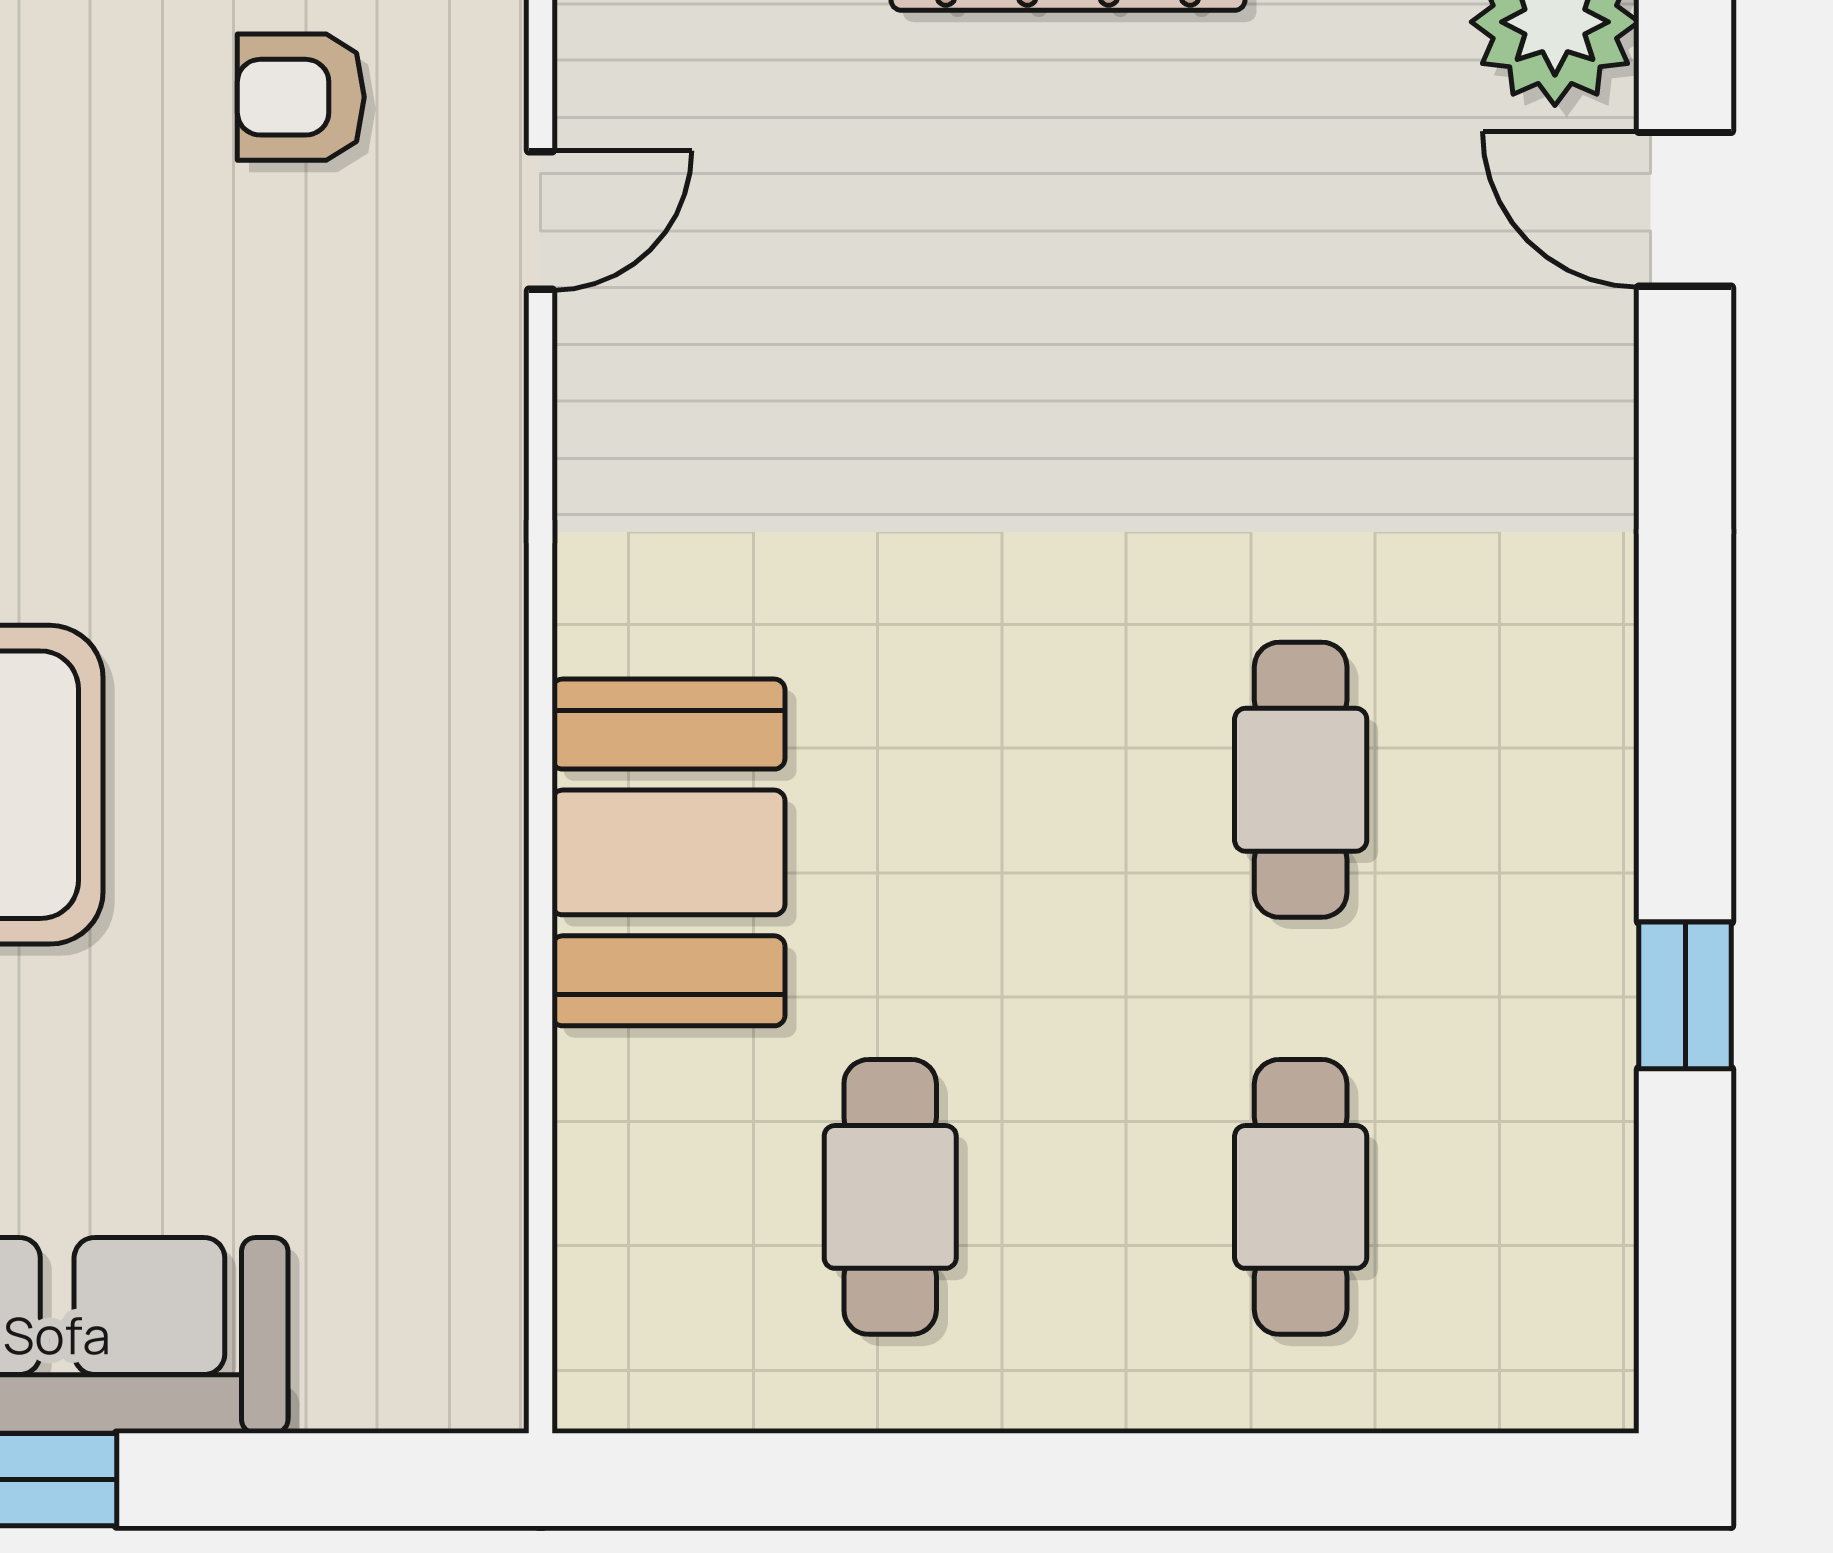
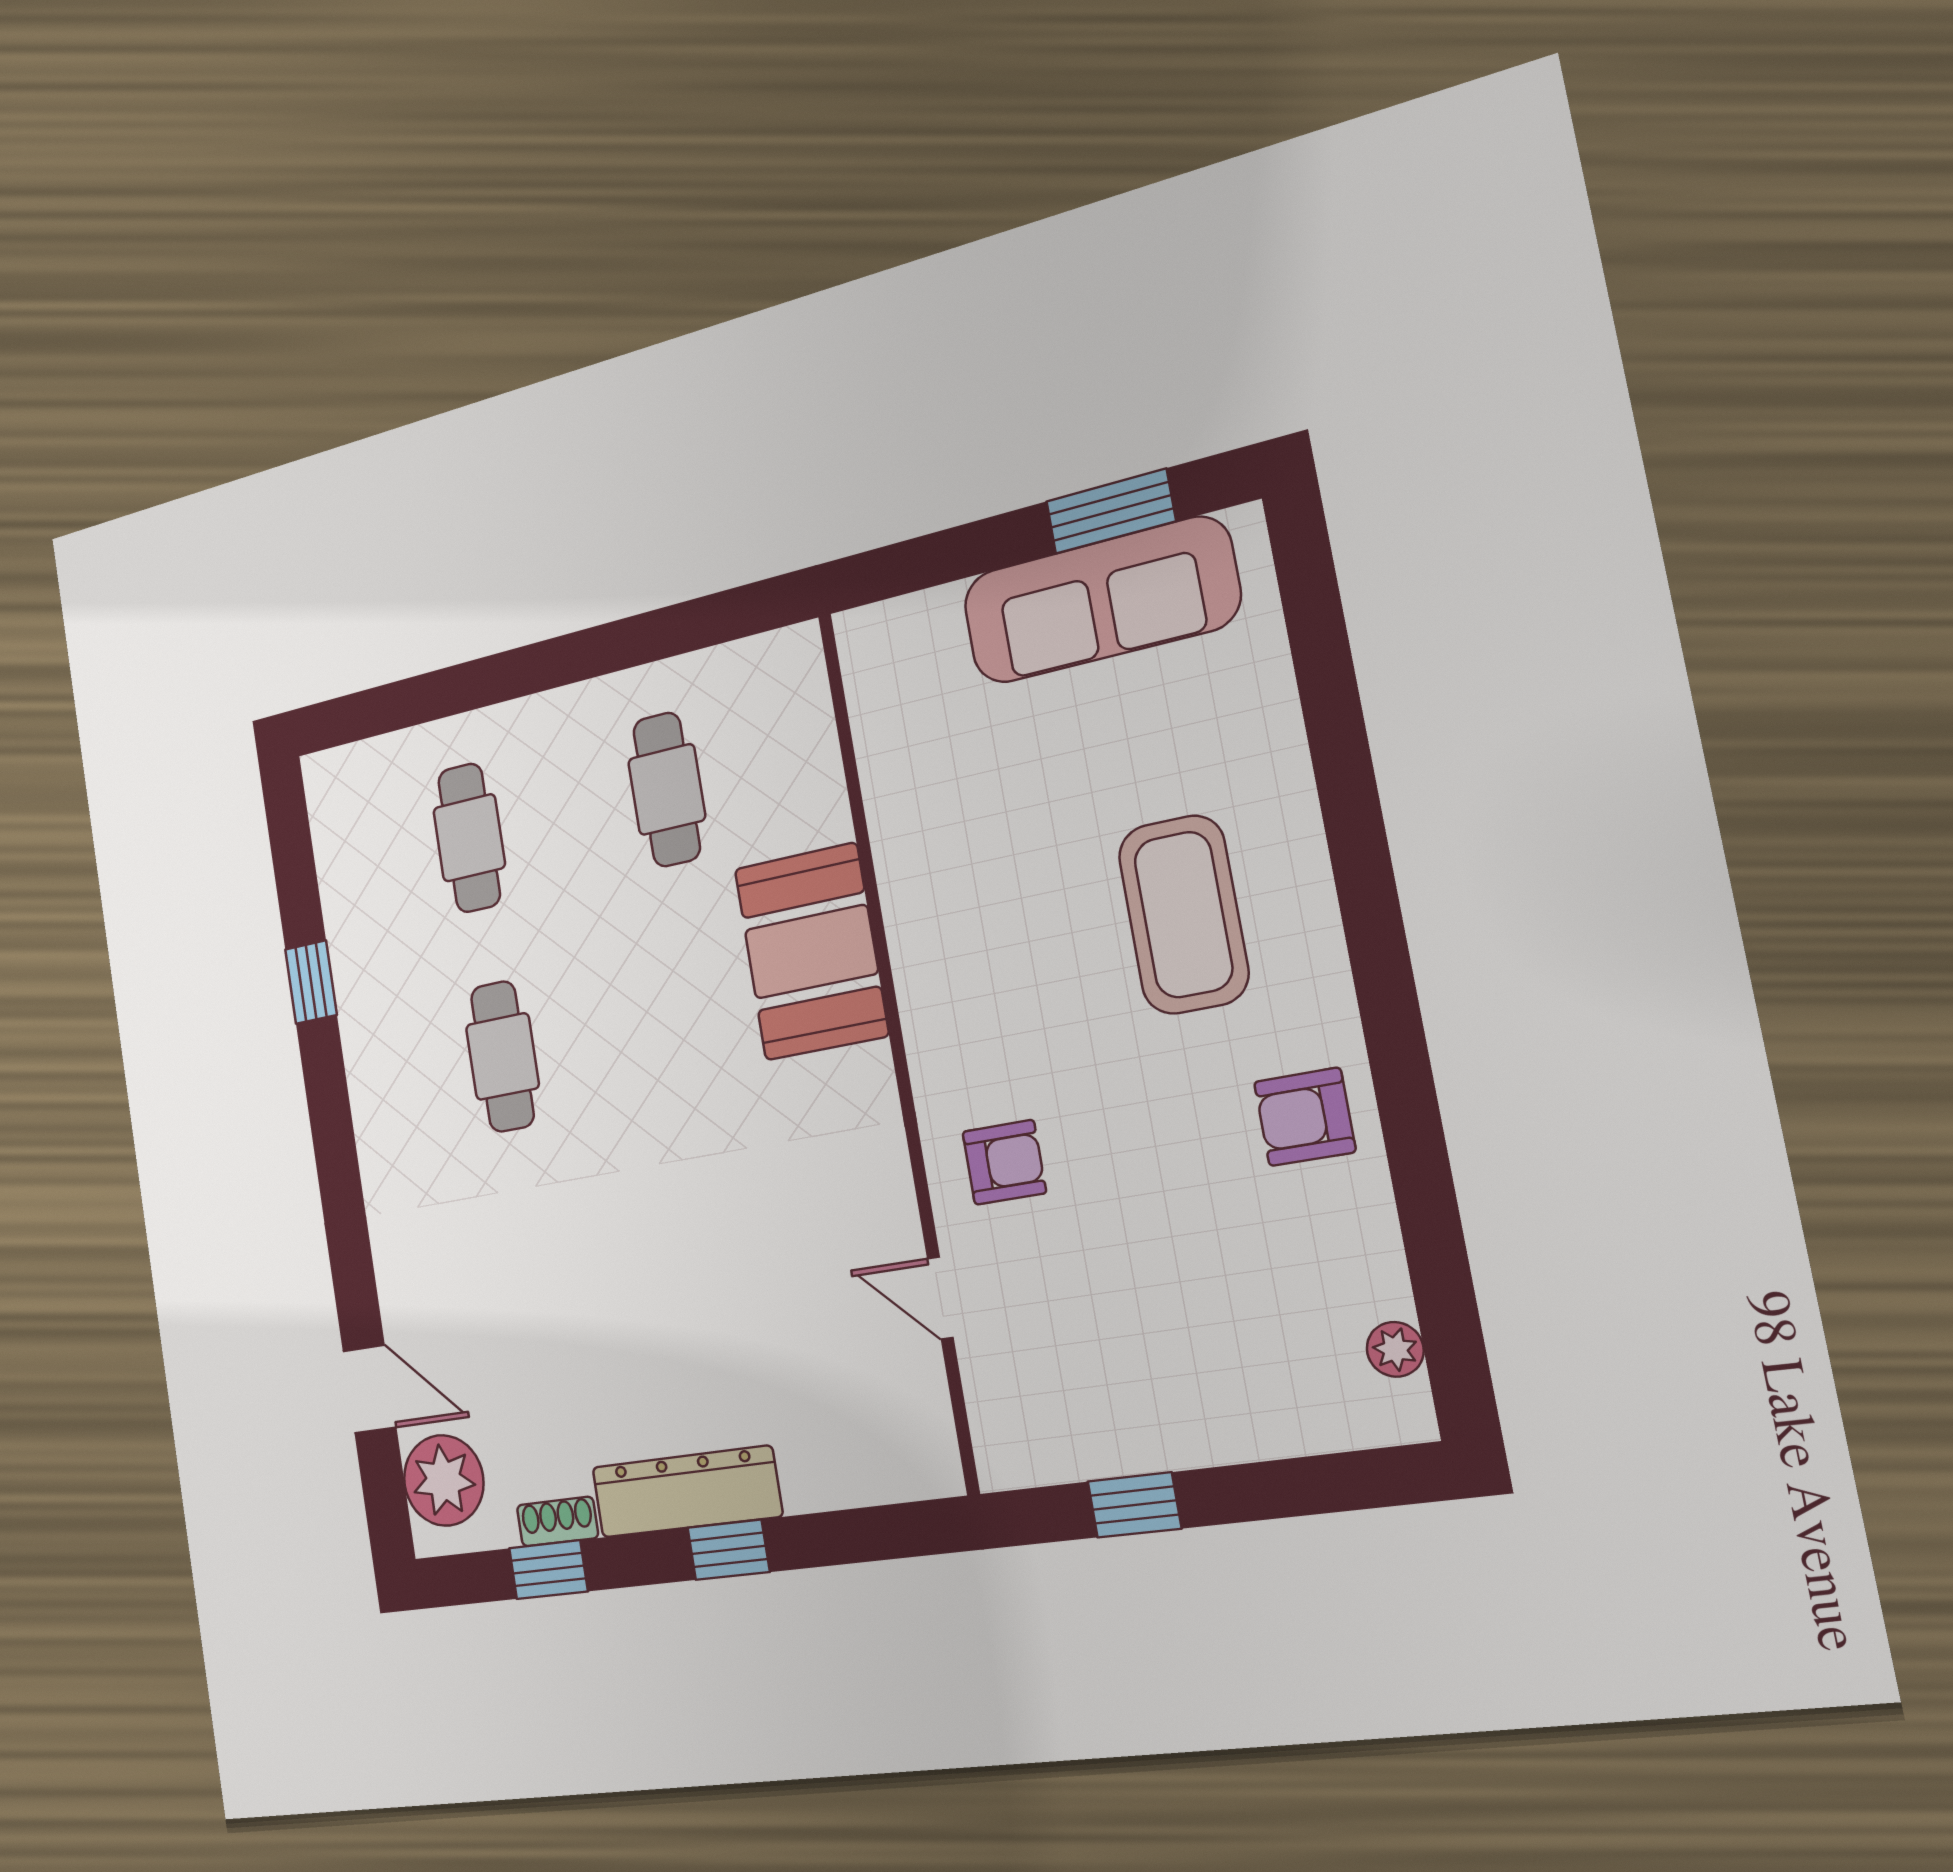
armchair: (301, 97) -> (1004, 1162), moved
door: (540, 220) -> (940, 1298), hinge flipped

